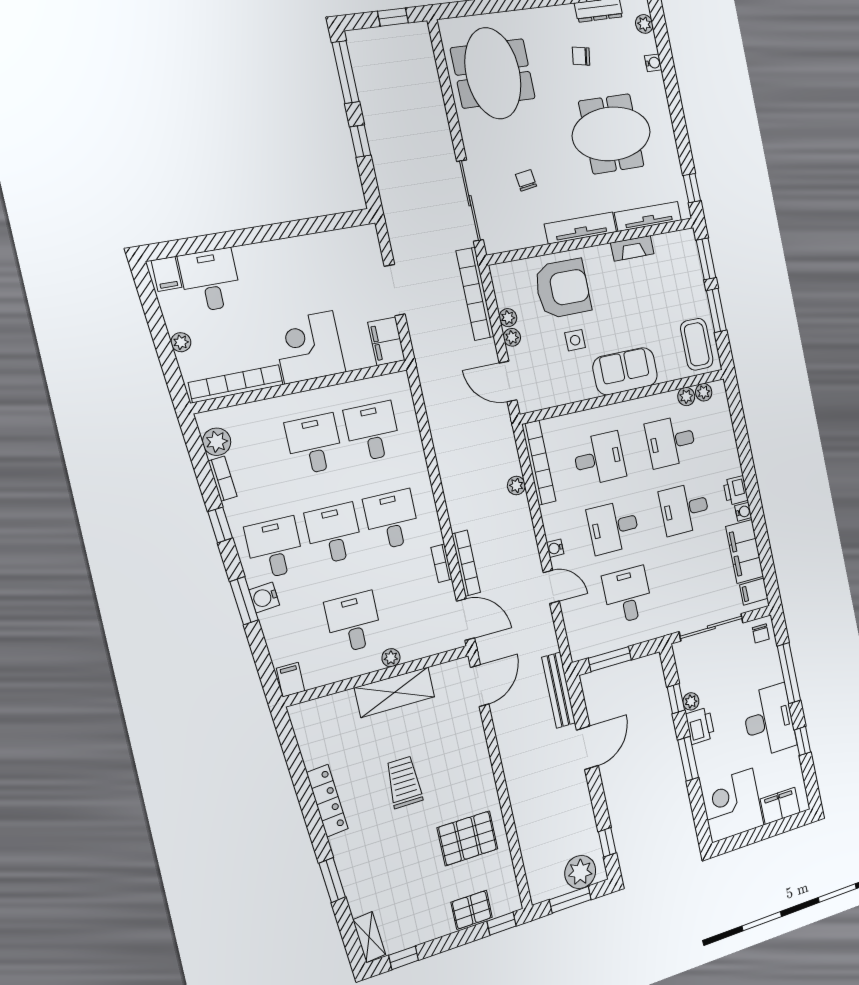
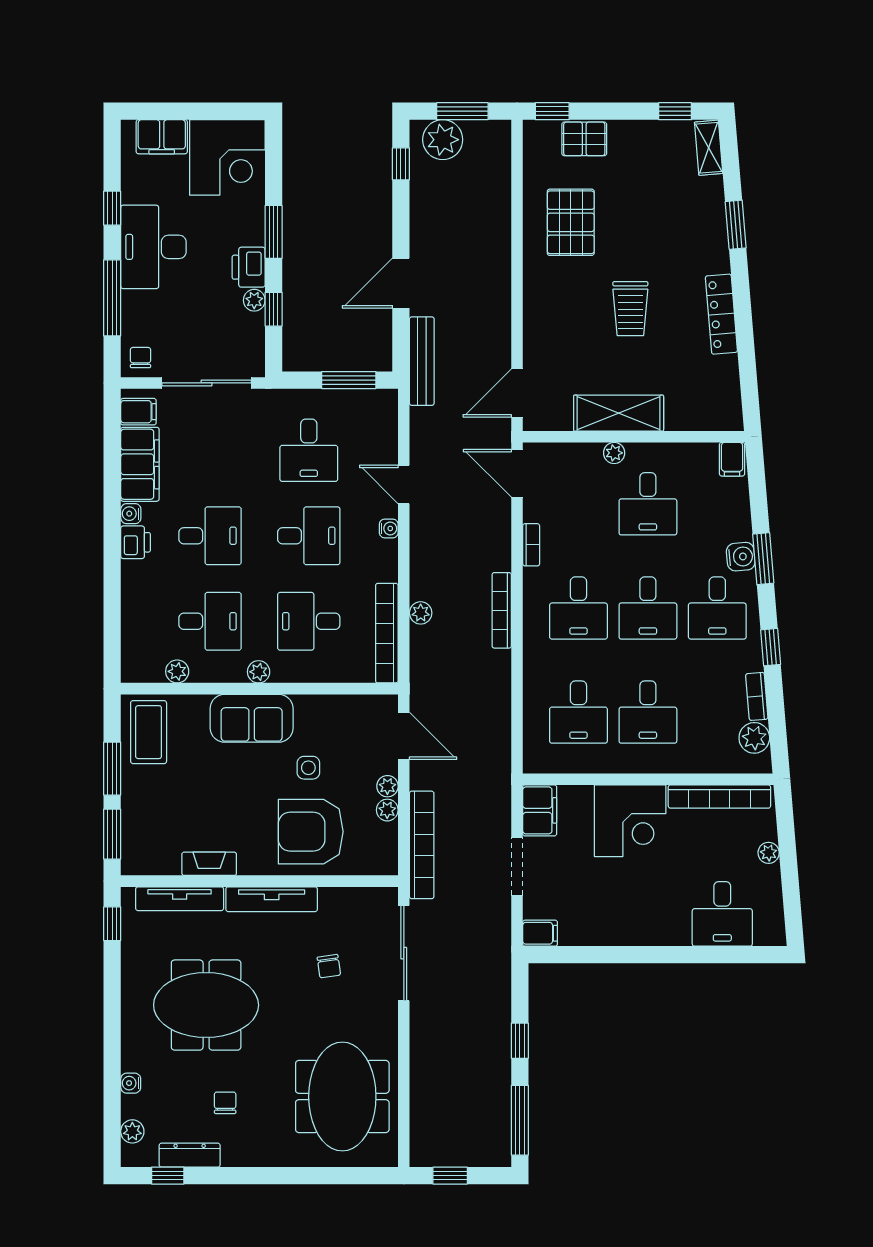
chair: (581, 56) -> (225, 1103), turned -100
filing cabinet: (166, 274) -> (540, 933), moved, turned 90
plant: (704, 392) -> (259, 672), moved
bookcase: (466, 563) -> (502, 610), moved
pallet: (468, 838) -> (571, 222), turned 90

